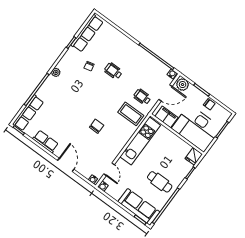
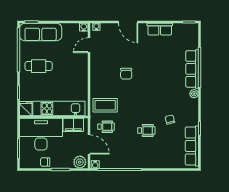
door: (165, 93) -> (89, 145), swing flipped
row of seats: (28, 113) -> (192, 69), moved
kitchen unit: (140, 141) -> (59, 109), moved, turned 90
door: (109, 169) -> (89, 45), hinge flipped

